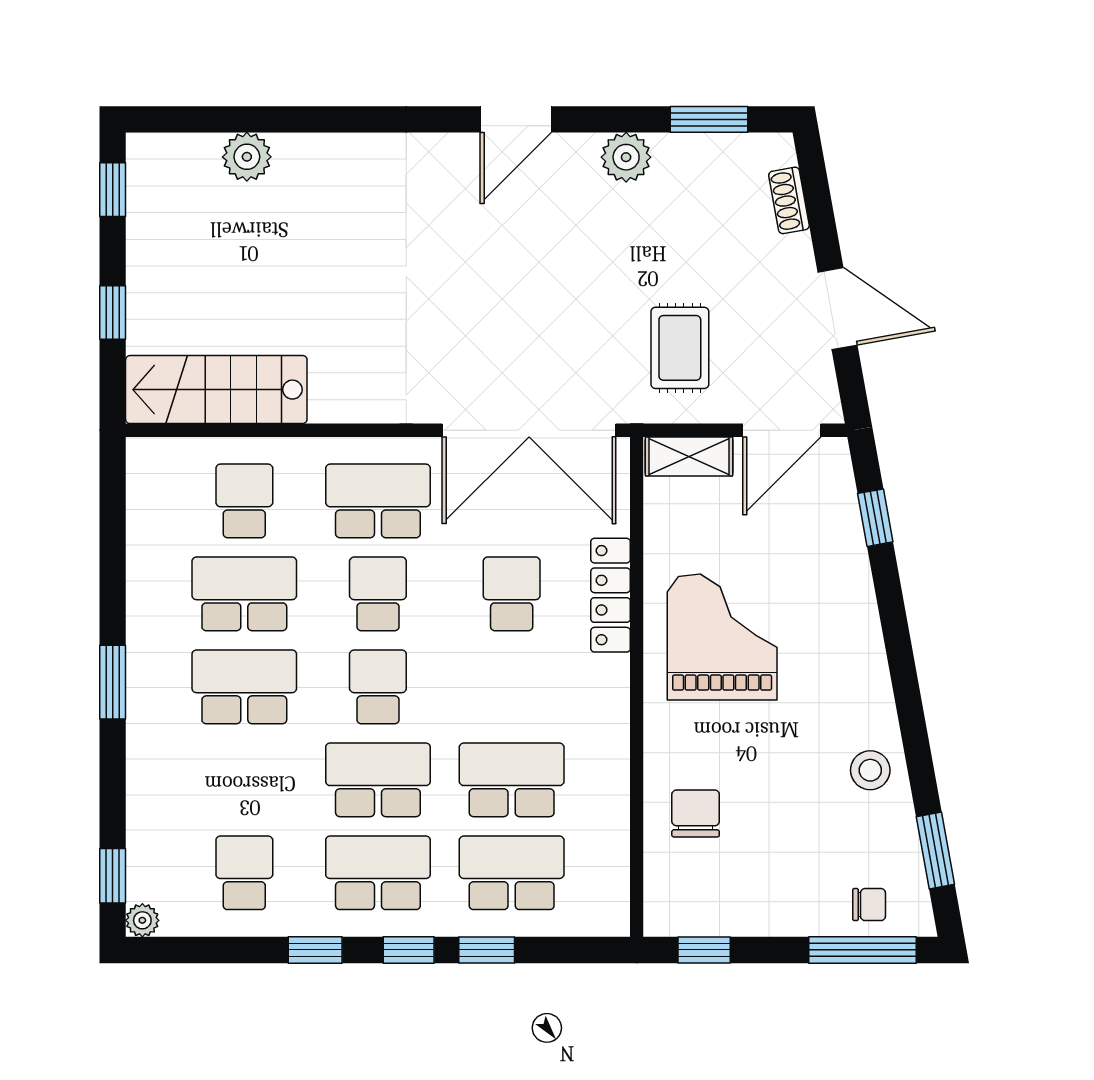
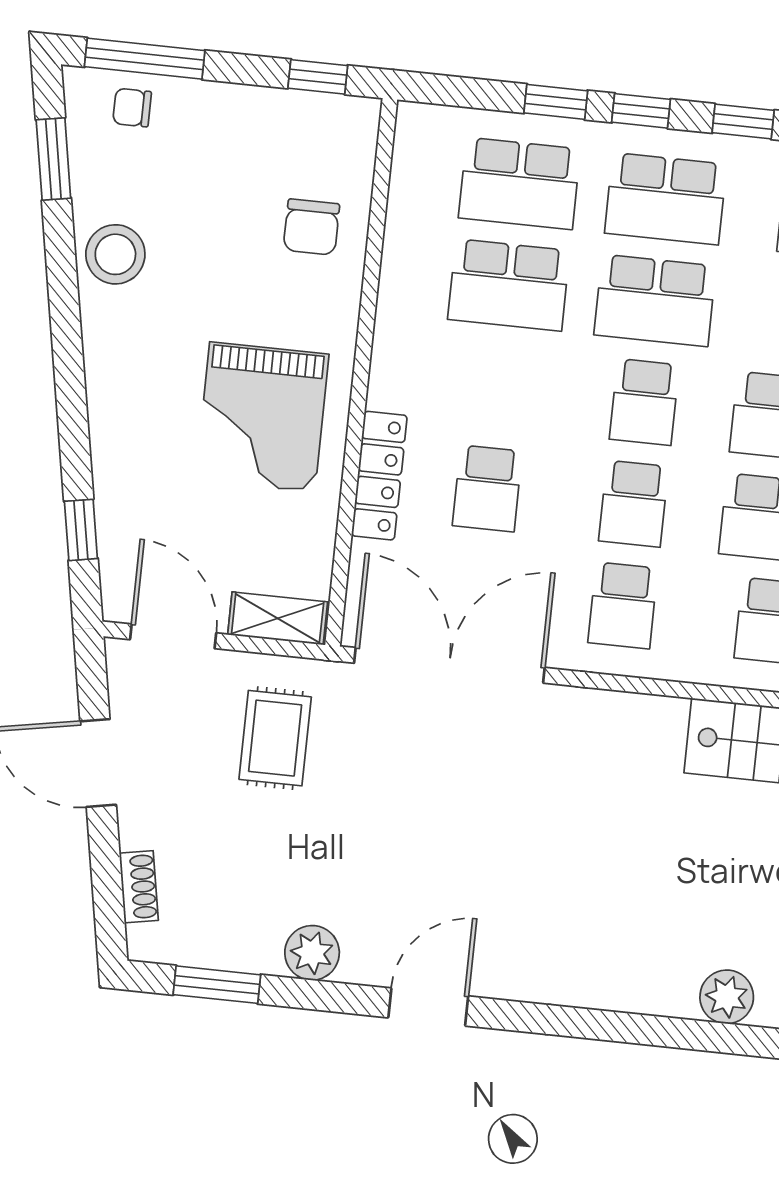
door: (782, 430) -> (173, 636), hinge flipped
school desk: (378, 501) -> (623, 605), width x0.54
stool: (870, 770) -> (115, 254), width x1.38, depth x1.38

